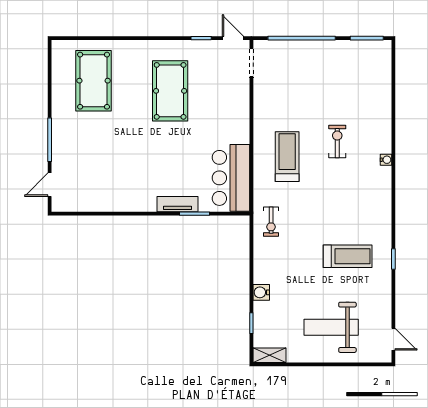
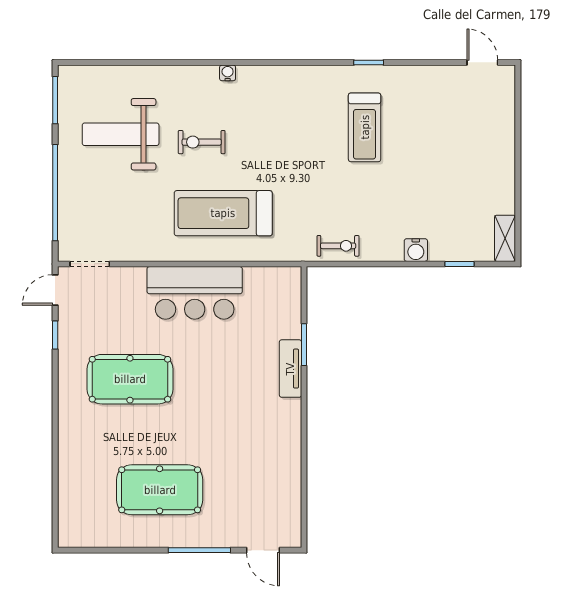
pool table: (94, 81) -> (160, 490), moved
treadmill: (287, 157) -> (223, 213), width x1.37, depth x1.38
bar counter: (231, 178) -> (195, 293), moved
exercise bike: (271, 222) -> (338, 246), moved
treadmill: (348, 256) -> (365, 127), turned 180
weight bench: (331, 327) -> (121, 134), moved, turned 90
door: (393, 339) -> (482, 62), hinge flipped

